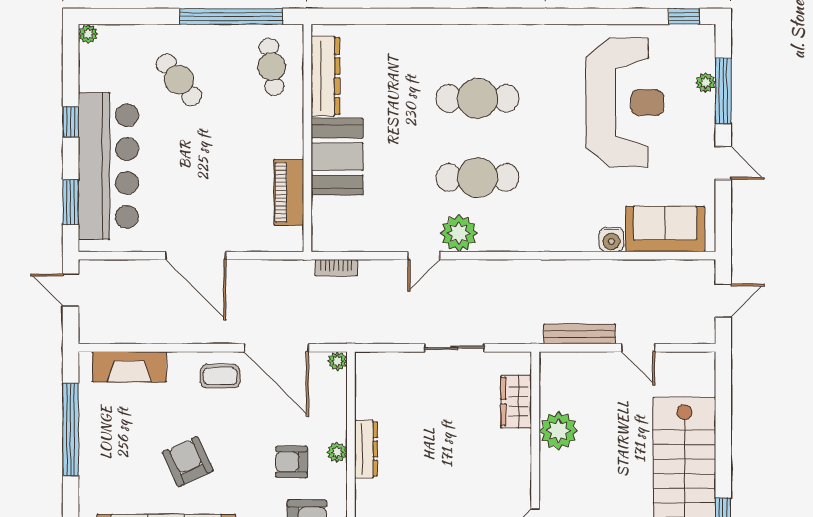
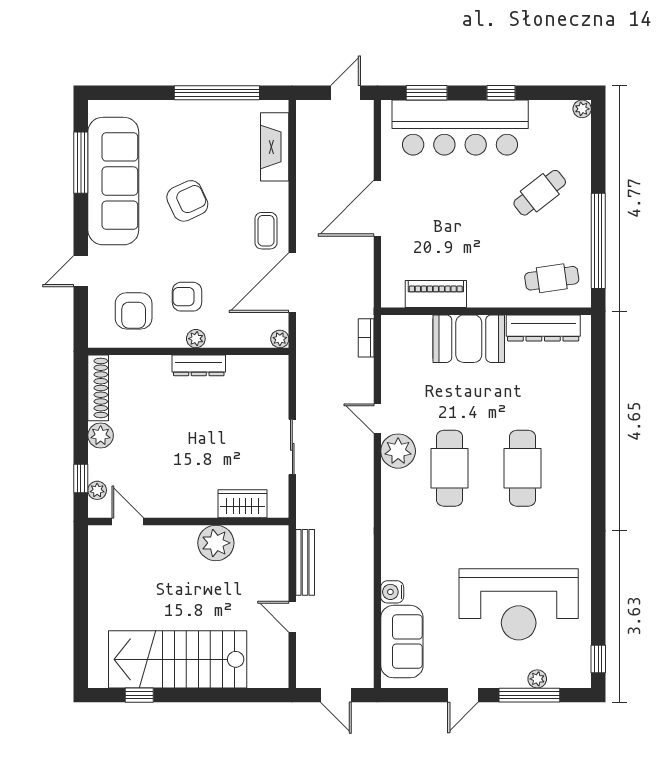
door: (638, 348) -> (292, 617), hinge flipped
armchair: (292, 462) -> (187, 297), turned -90

